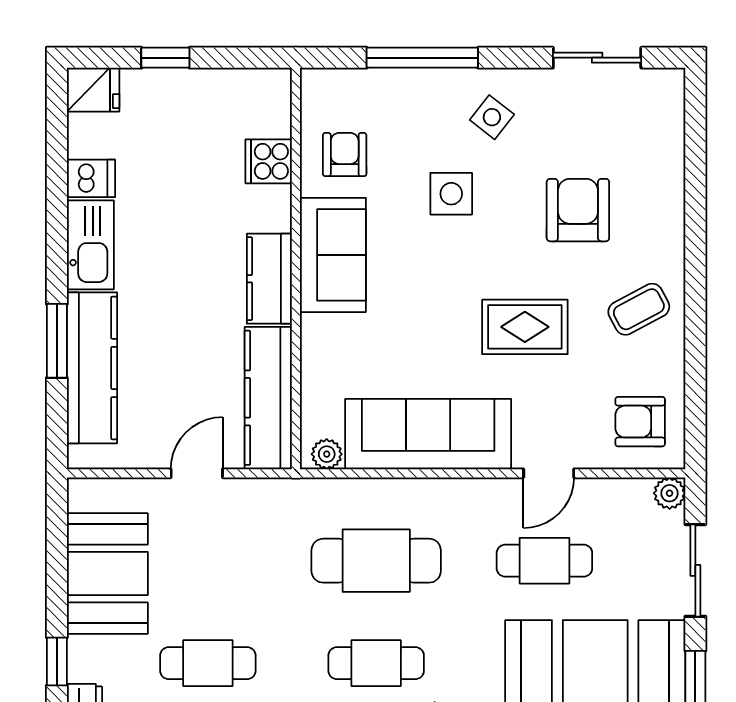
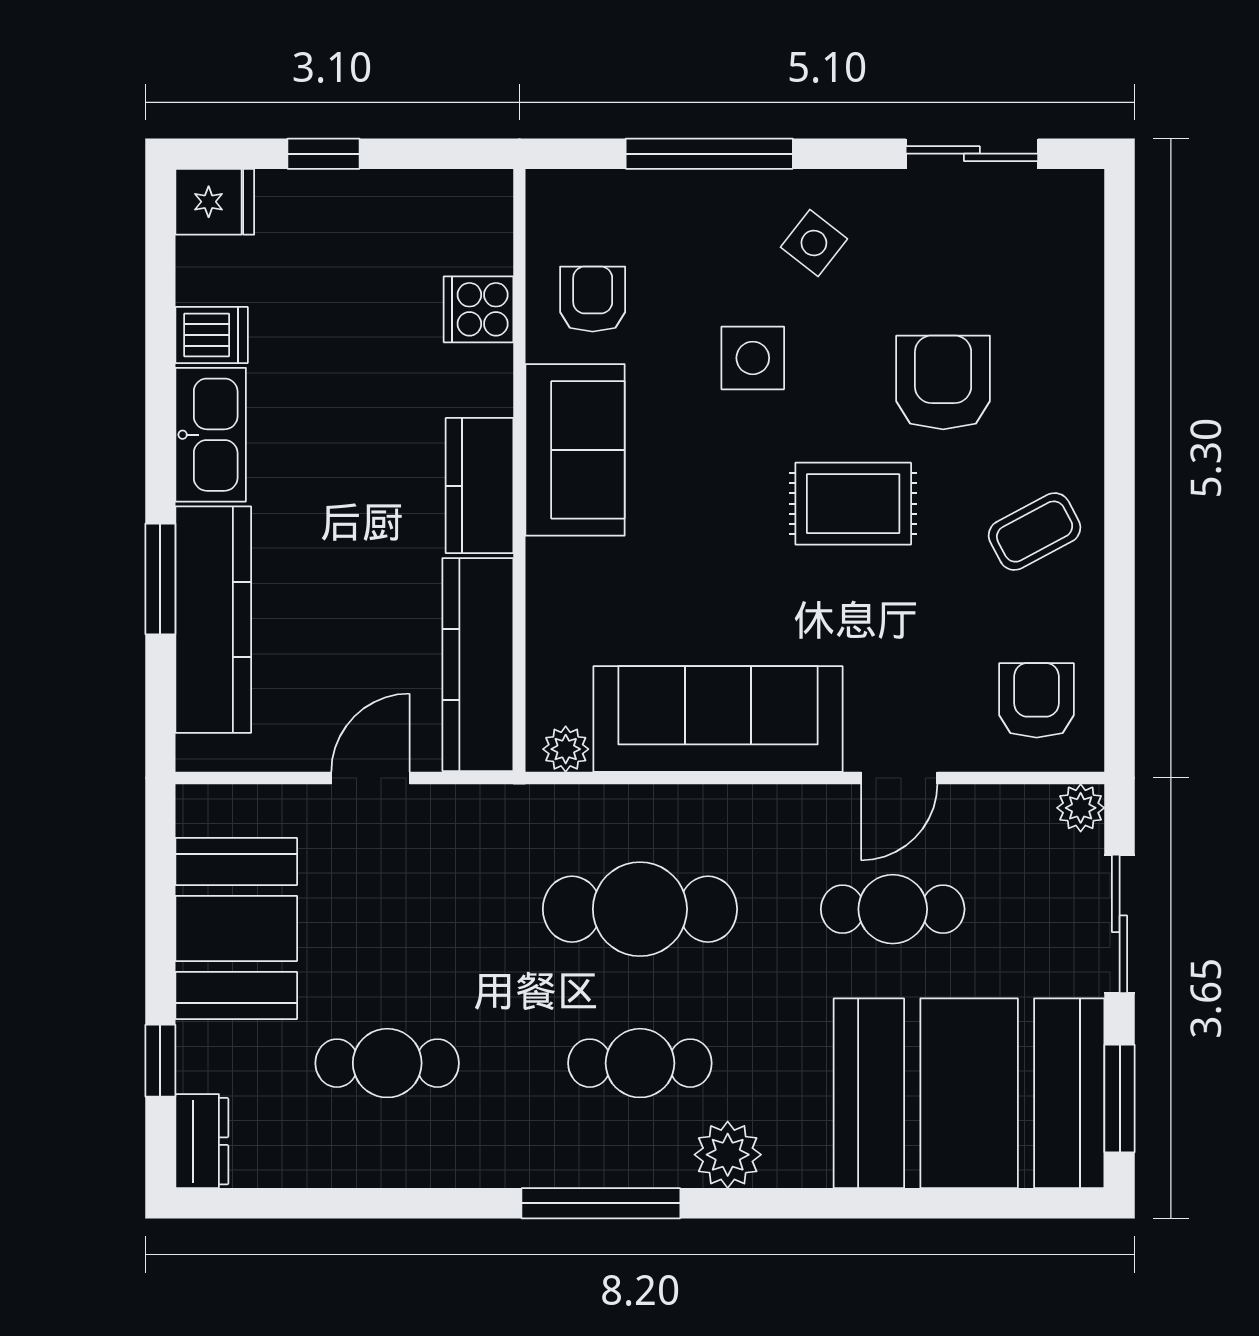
rug: (525, 327) -> (853, 504), moved
armchair: (640, 422) -> (1037, 700), turned 90

